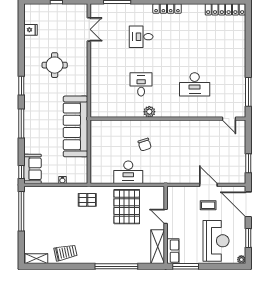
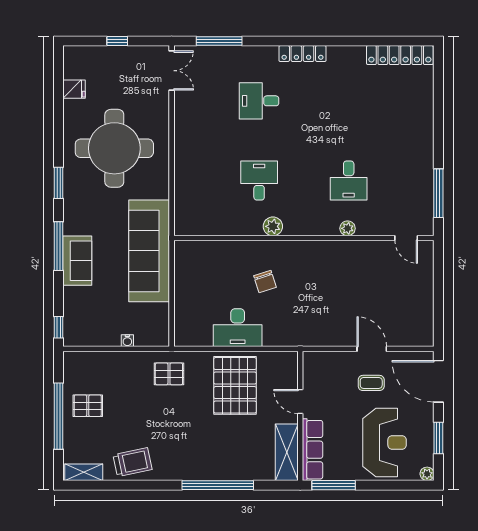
double door: (89, 29) -> (172, 71), moved
round table: (55, 65) -> (114, 148), width x1.86, depth x1.86
desk: (195, 84) -> (349, 181), width x0.73
plant: (194, 113) -> (348, 228), added
window: (248, 163) -> (438, 313), removed
sofa: (32, 169) -> (77, 261), moved
window: (21, 211) -> (59, 416), moved
pallet: (39, 219) -> (88, 406), added
row of seats: (173, 251) -> (312, 450), width x1.48

